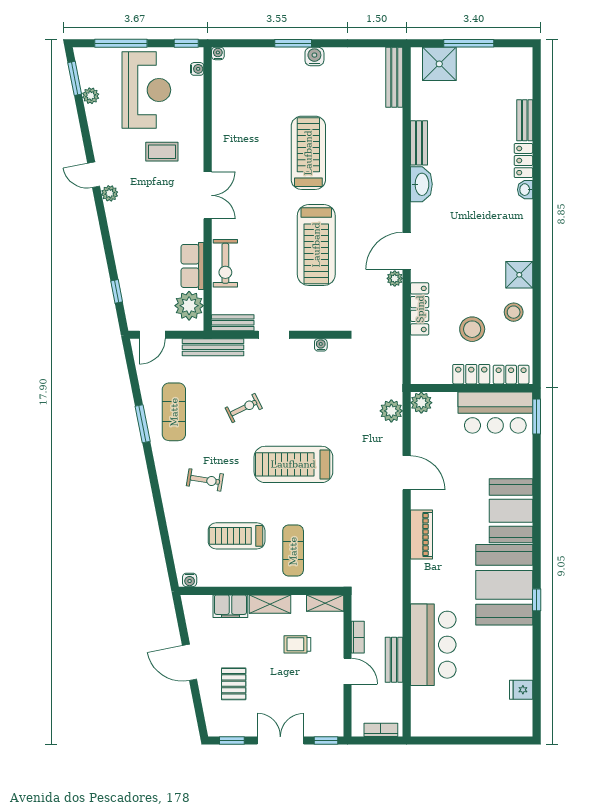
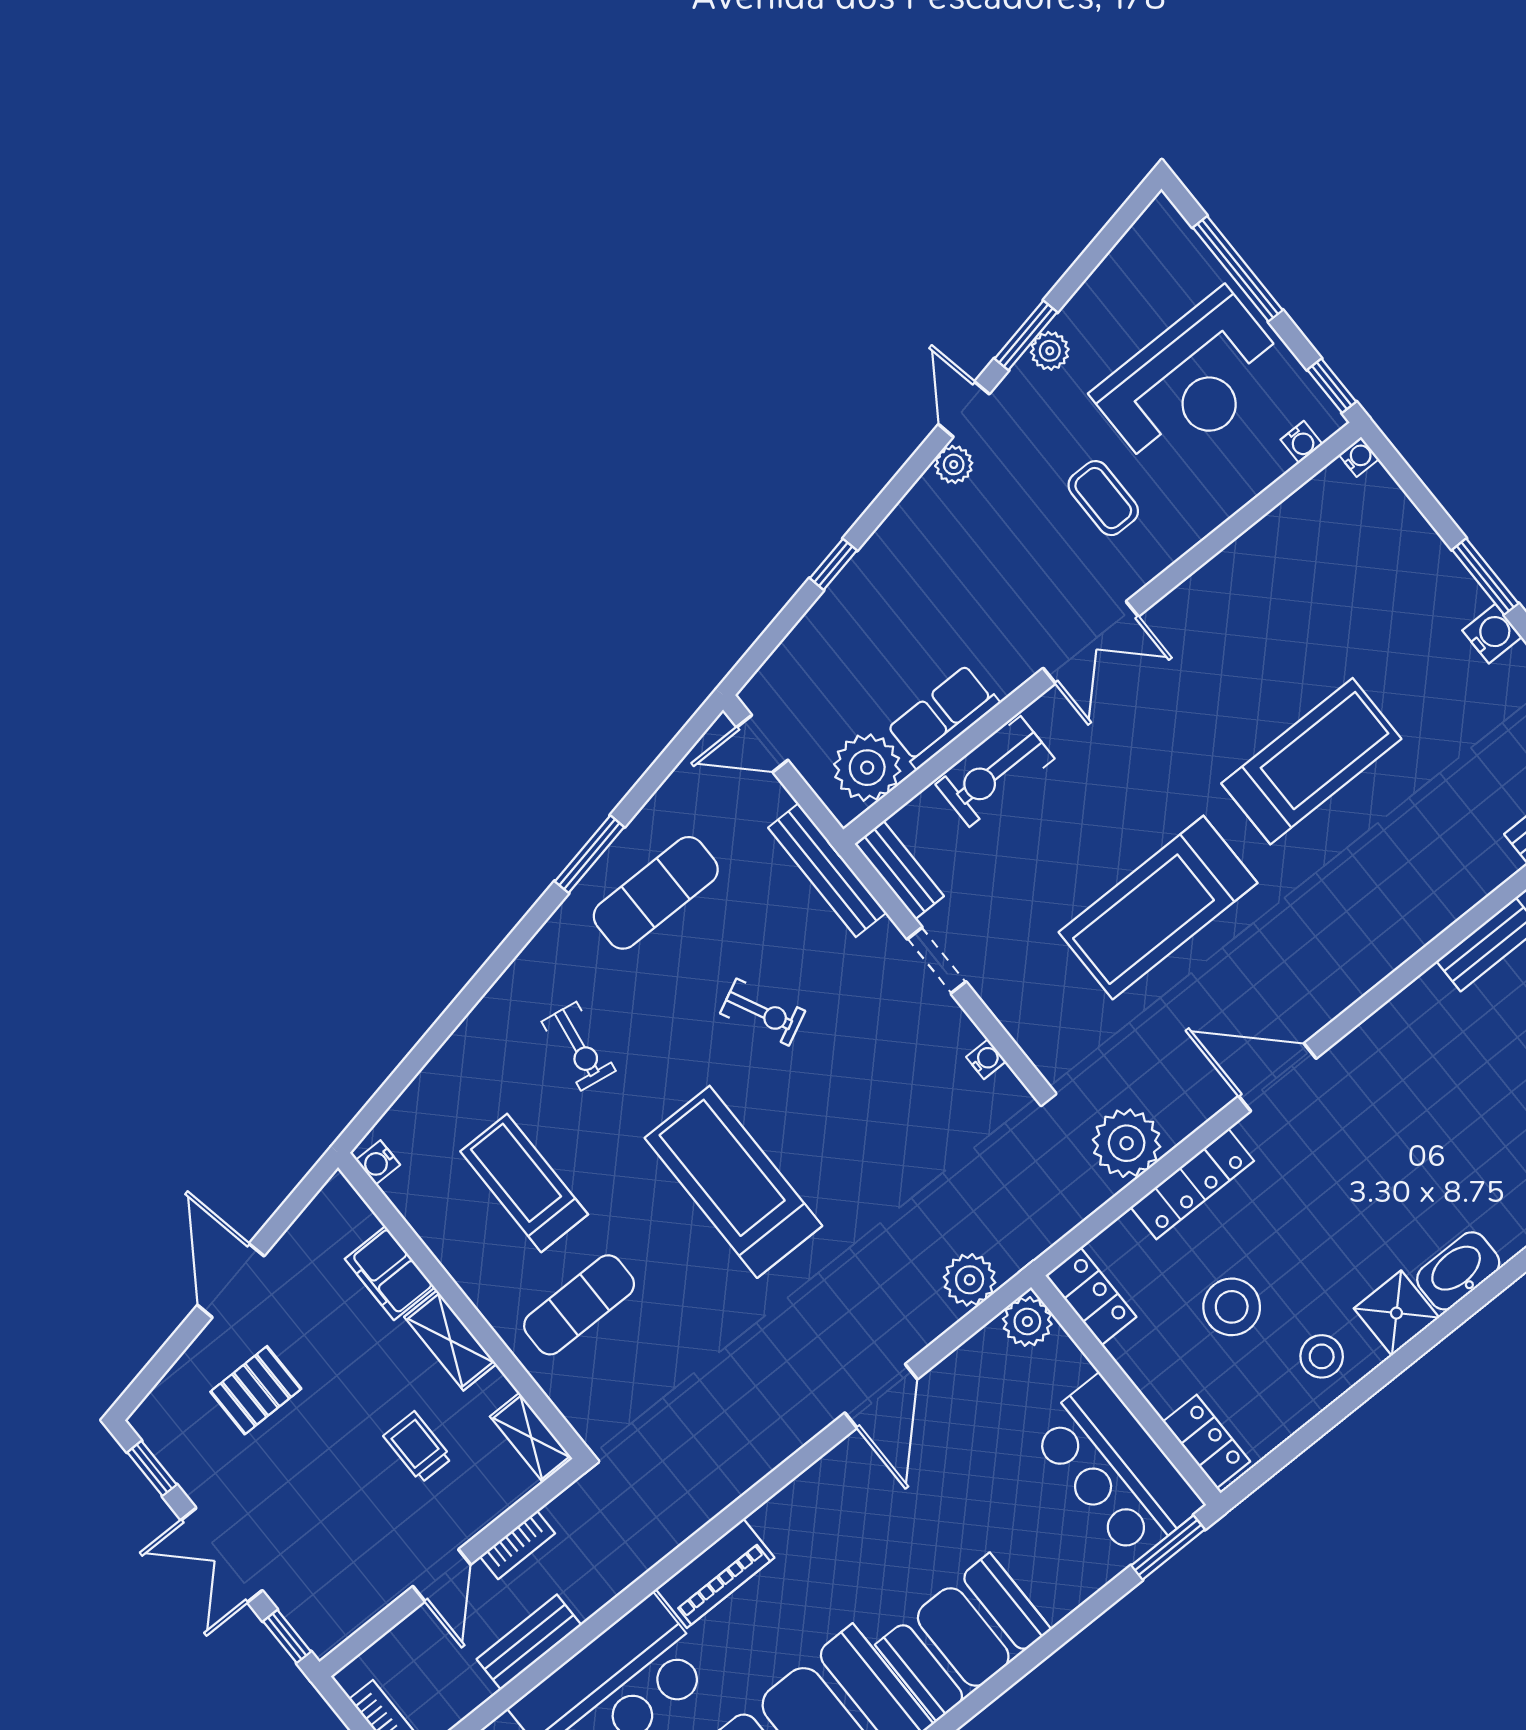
window: (75, 78) -> (1026, 335), moved
plant: (91, 96) -> (1050, 351), moved
washbasin: (421, 184) -> (1458, 1271), moved, turned 180
plant: (395, 278) -> (1127, 1143), moved, width x1.88, depth x1.88
window: (117, 291) -> (833, 564), moved
locker: (471, 374) -> (1091, 1296), moved
piano: (421, 534) -> (715, 1573), moved
double door: (280, 741) -> (222, 1555), swing flipped

